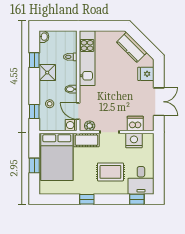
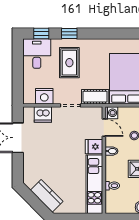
fridge: (146, 74) -> (94, 147), moved, turned 180
plant: (90, 126) -> (92, 112), removed
rug: (110, 172) -> (69, 63), turned 90
window: (87, 199) -> (69, 33), moved

